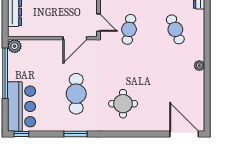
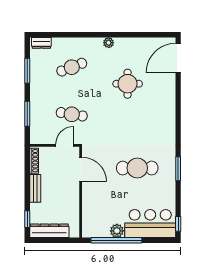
plant: (15, 46) -> (117, 231), moved
round table: (123, 104) -> (128, 84), moved

